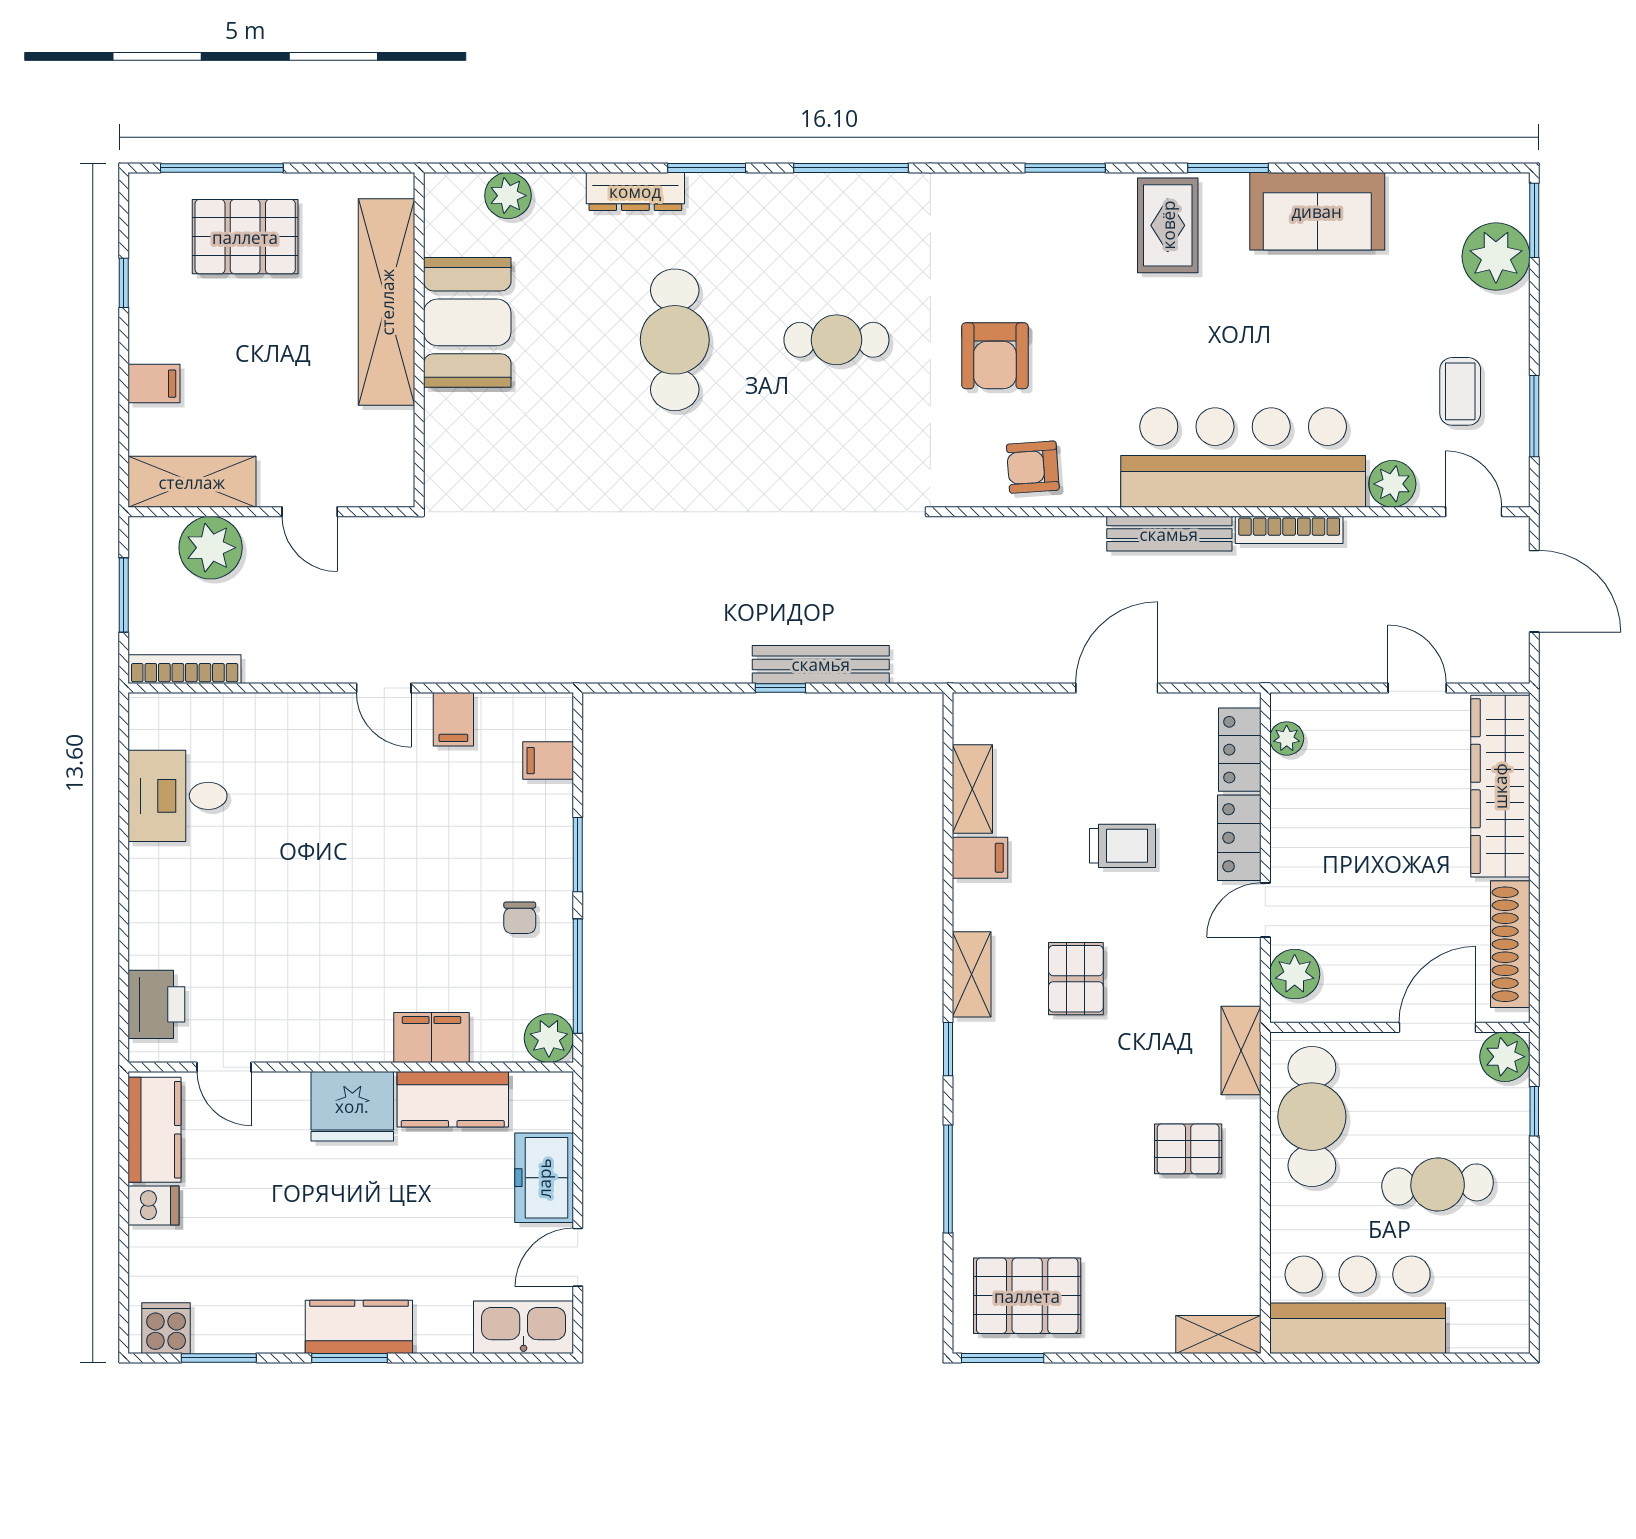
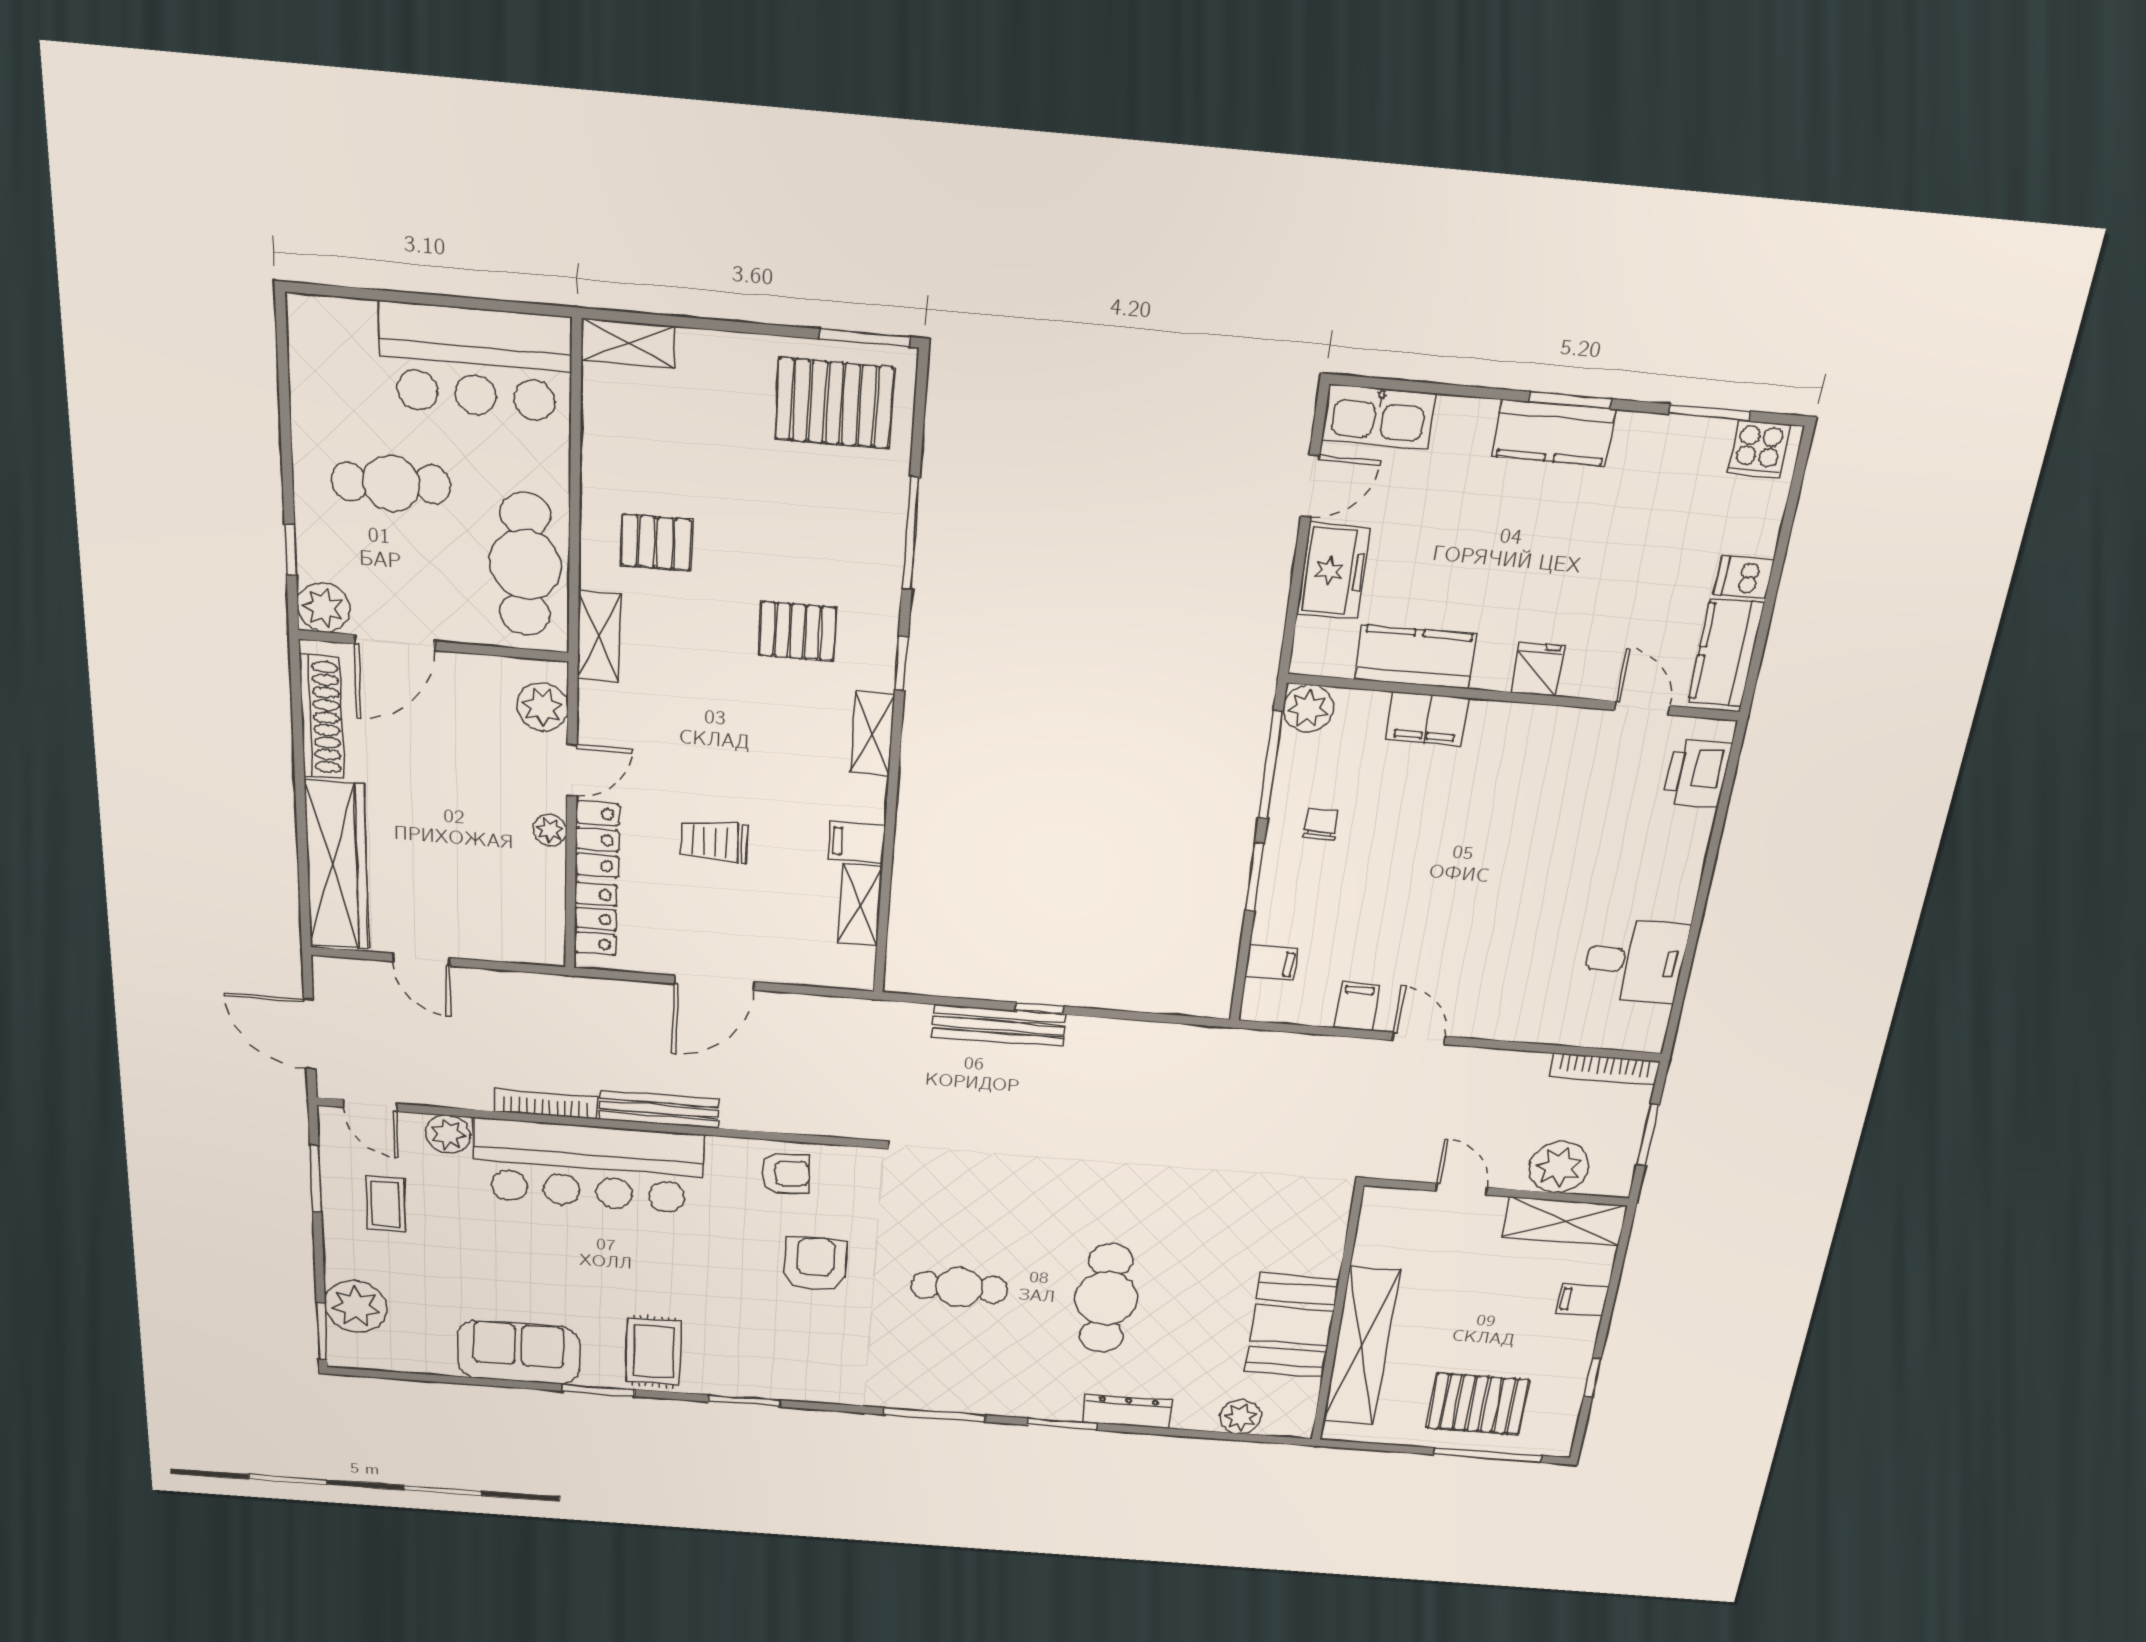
plant: (1287, 738) -> (550, 830), moved
pallet: (1076, 979) -> (797, 631), moved, turned 90
fridge: (352, 1106) -> (1538, 669), width x0.53, depth x0.75

